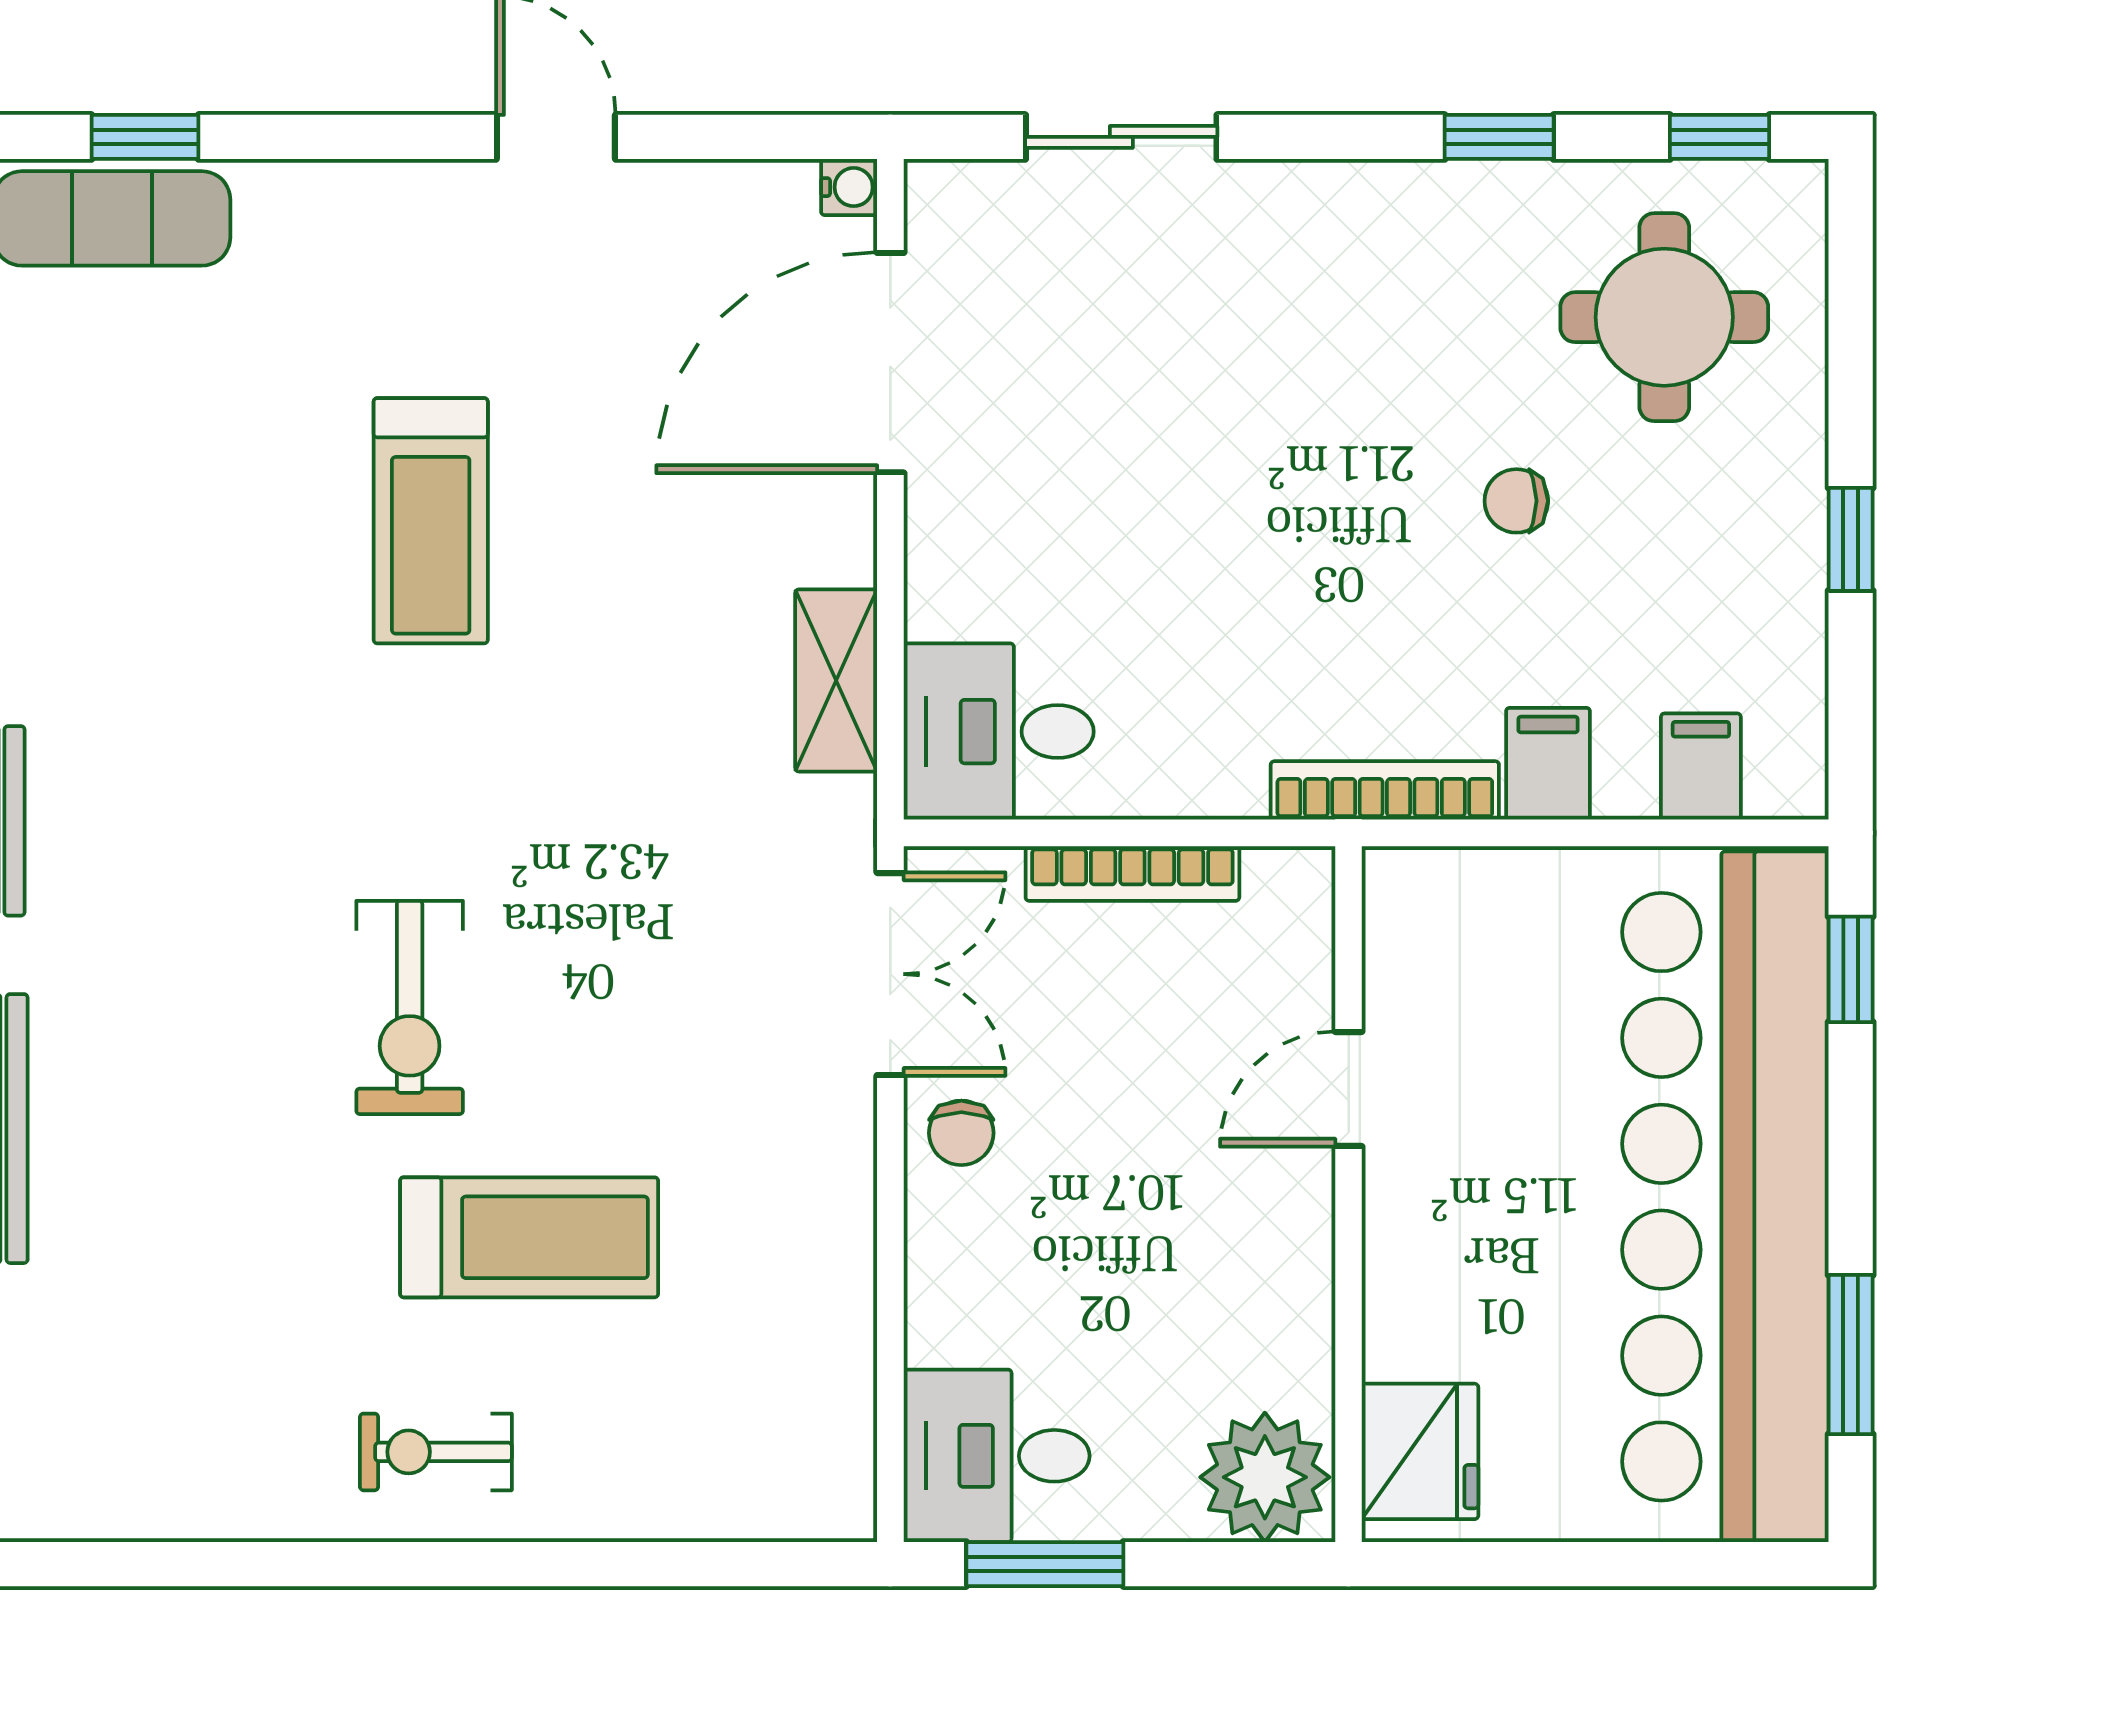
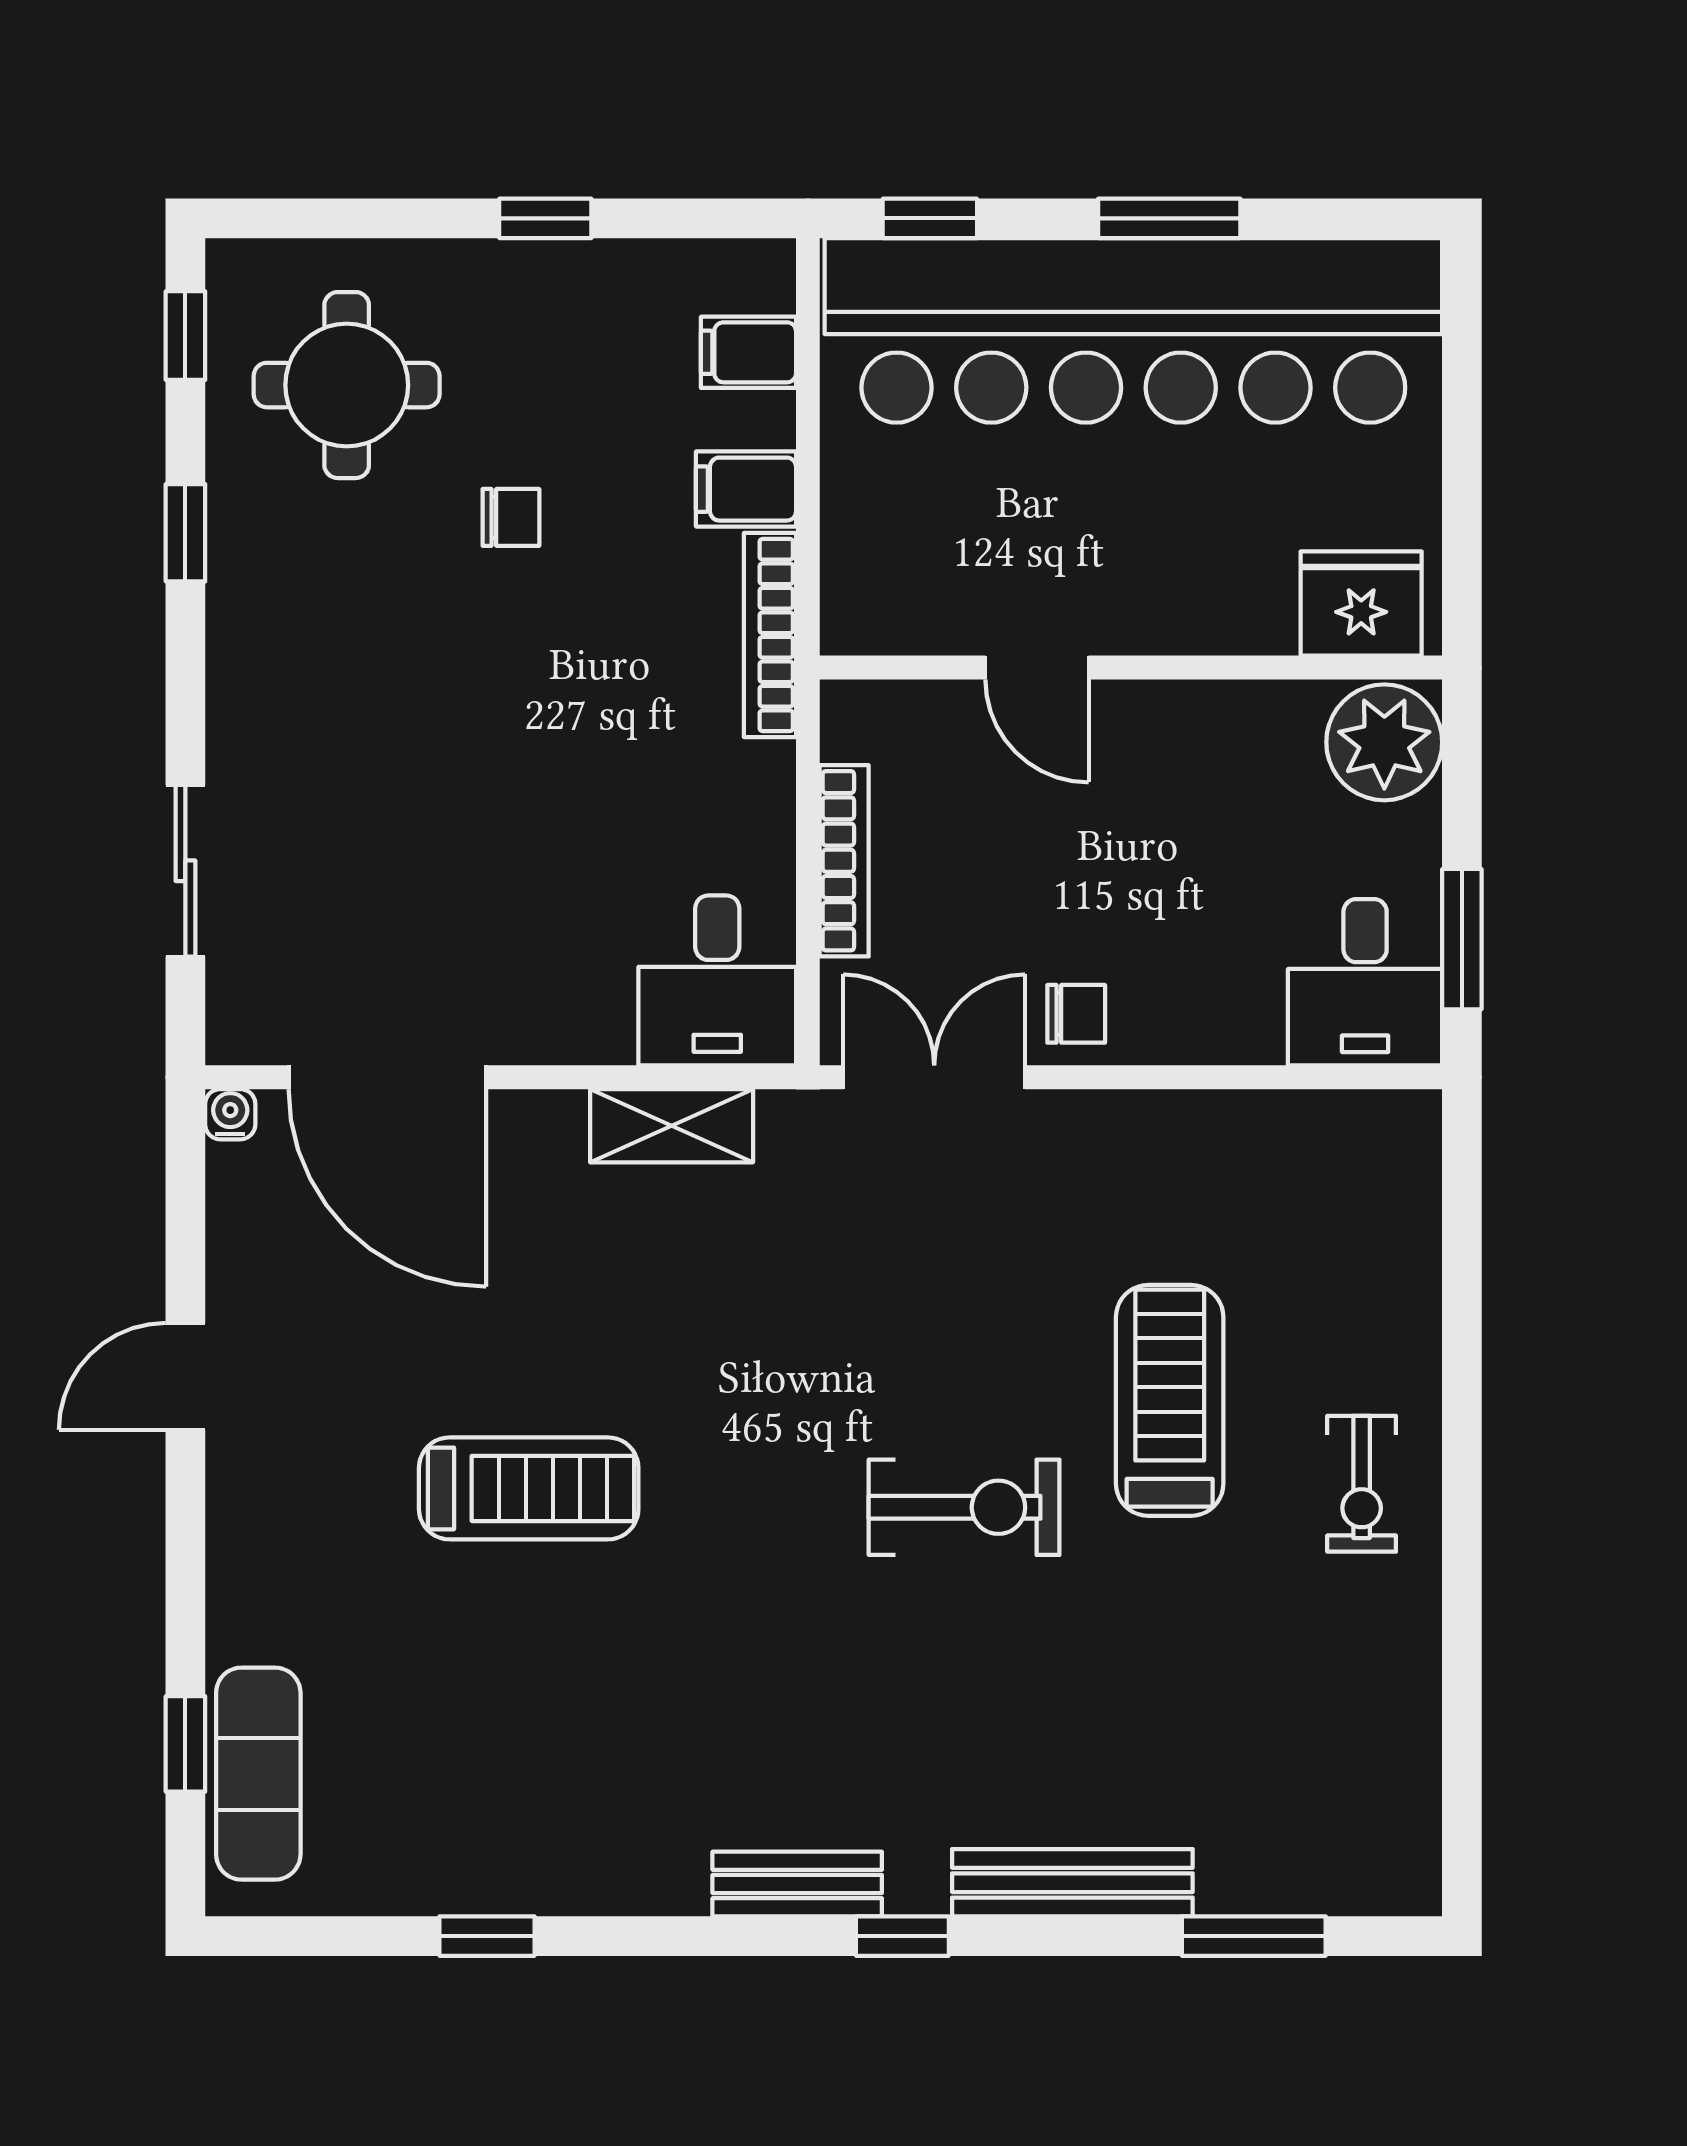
chair: (1516, 501) -> (511, 517), turned -90
window: (1851, 1355) -> (1169, 218), moved

